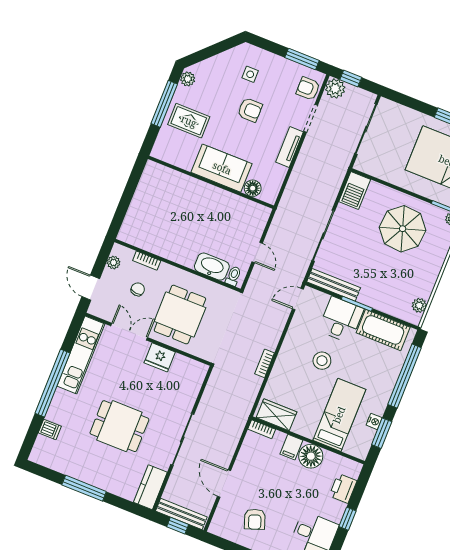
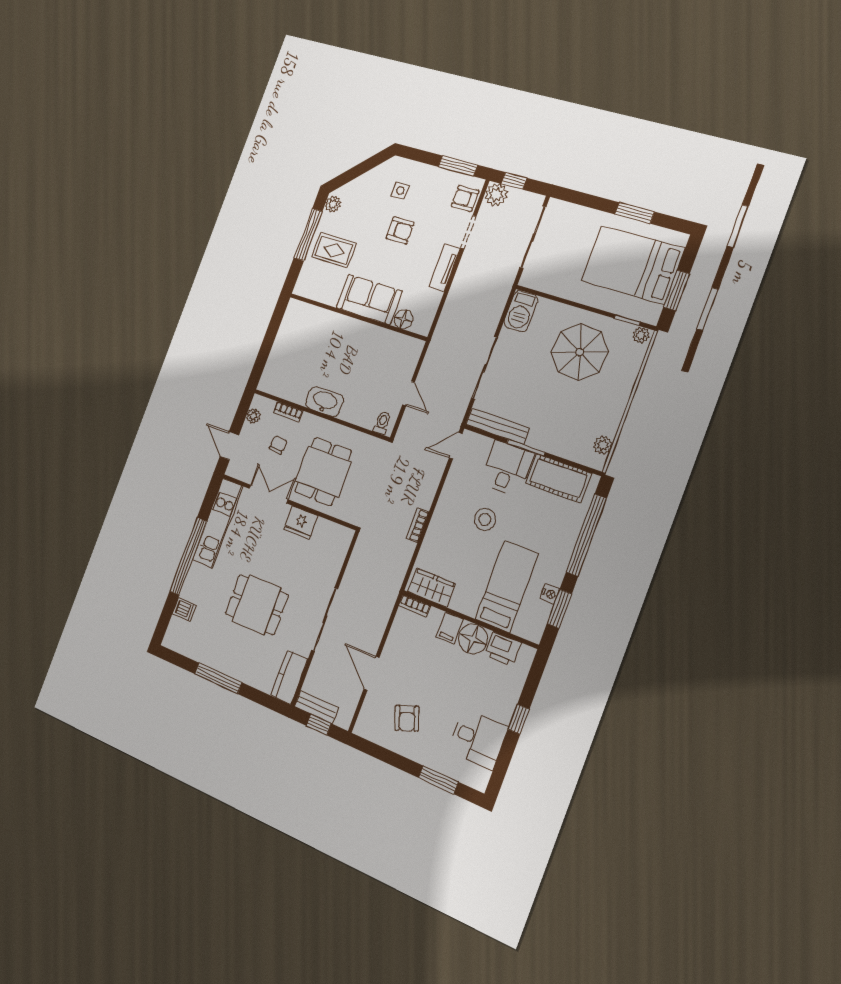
washbasin: (212, 267) -> (325, 402), moved
printer: (343, 488) -> (503, 649), moved, turned -90
bench: (181, 514) -> (316, 707), width x0.73

